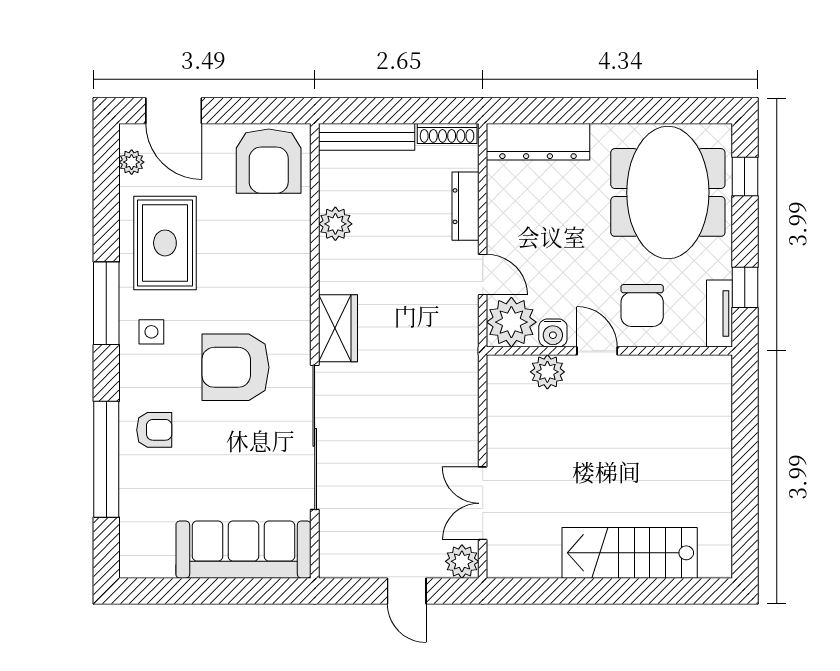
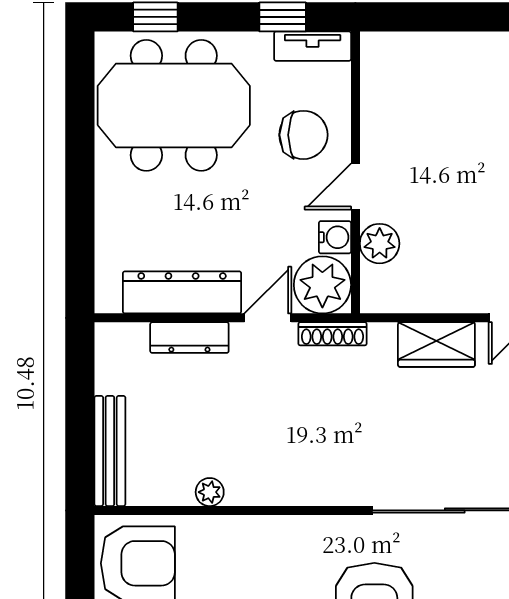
shoe rack: (447, 133) -> (333, 334), moved, turned 90
dresser: (538, 142) -> (182, 292), moved, turned -90
plant: (335, 224) -> (210, 492), width x0.73, depth x0.73
wardrobe: (338, 328) -> (436, 345), moved, turned 180

